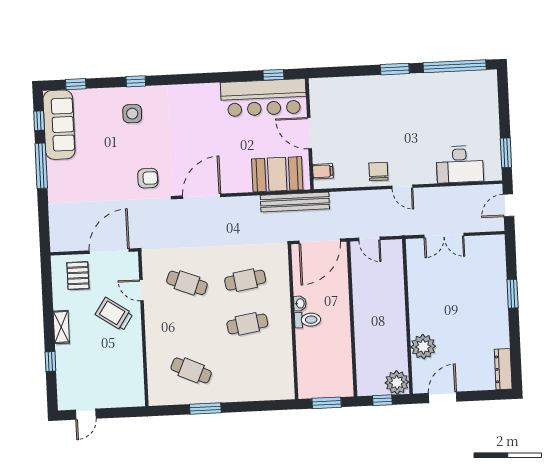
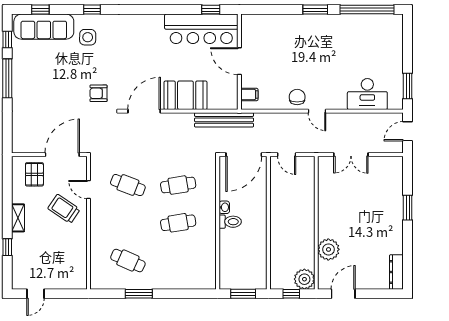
sofa: (59, 125) -> (44, 27), moved, turned 90
booth: (277, 174) -> (185, 95), moved
armchair: (148, 178) -> (98, 93), turned 180

